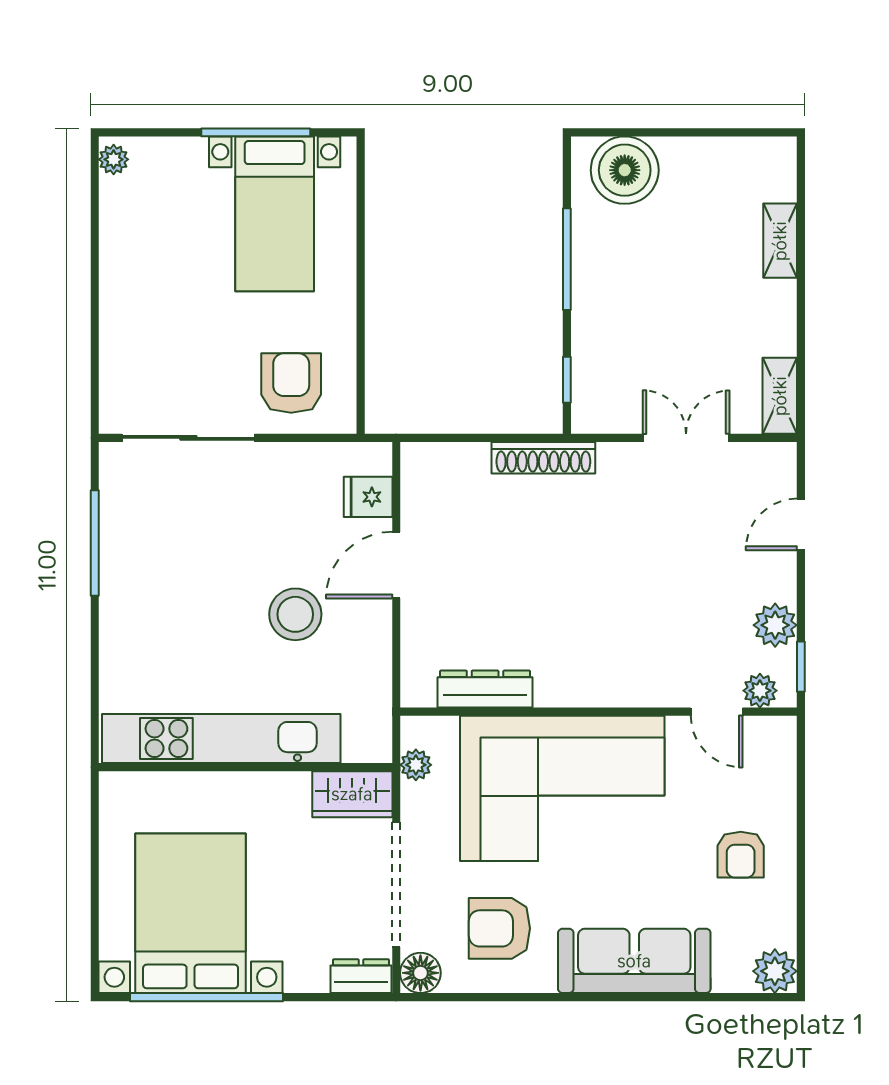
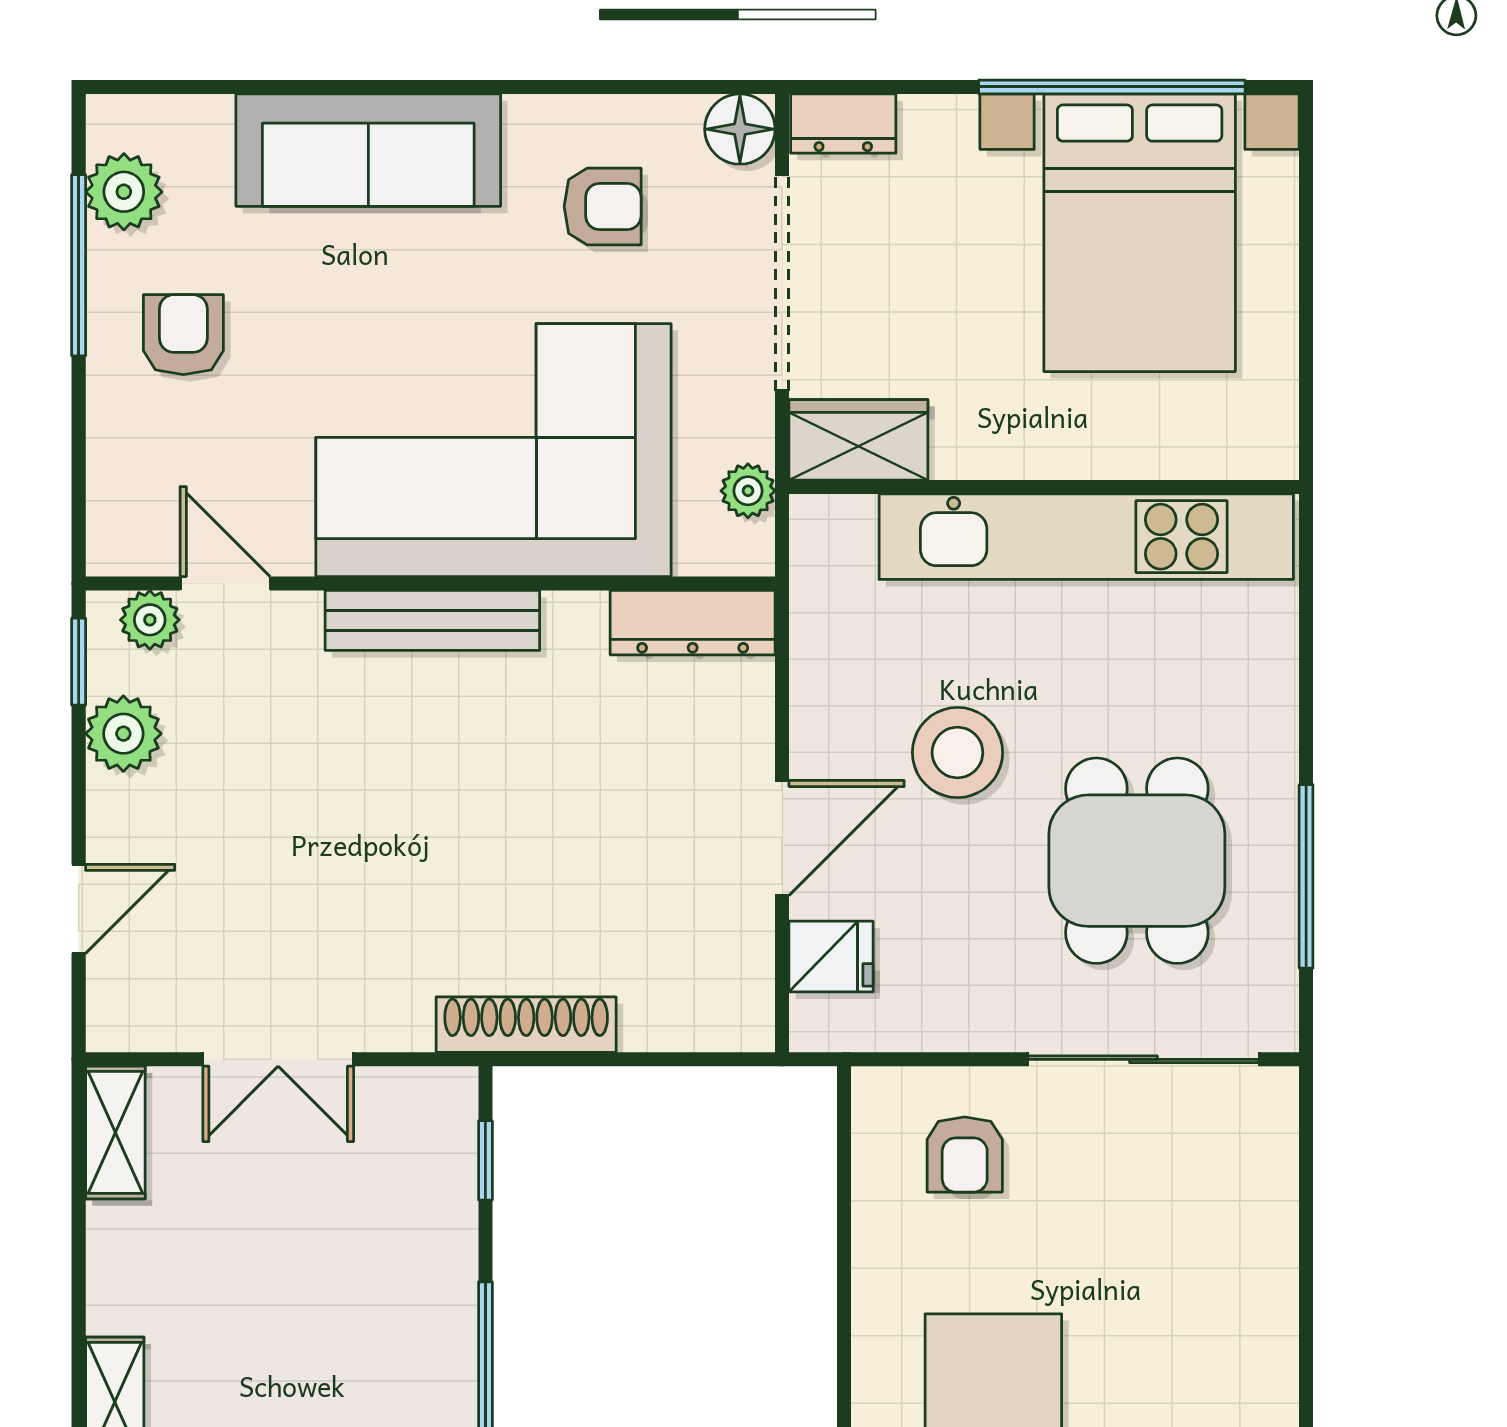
armchair: (291, 383) -> (965, 1155), width x0.72, depth x0.72
dining table: (192, 552) -> (1137, 861), added
dresser: (485, 689) -> (693, 623), moved
bench: (597, 690) -> (432, 620), added
window: (801, 895) -> (79, 265), added
armchair: (499, 928) -> (603, 206), width x0.72, depth x0.72
plant: (775, 971) -> (124, 192), moved

